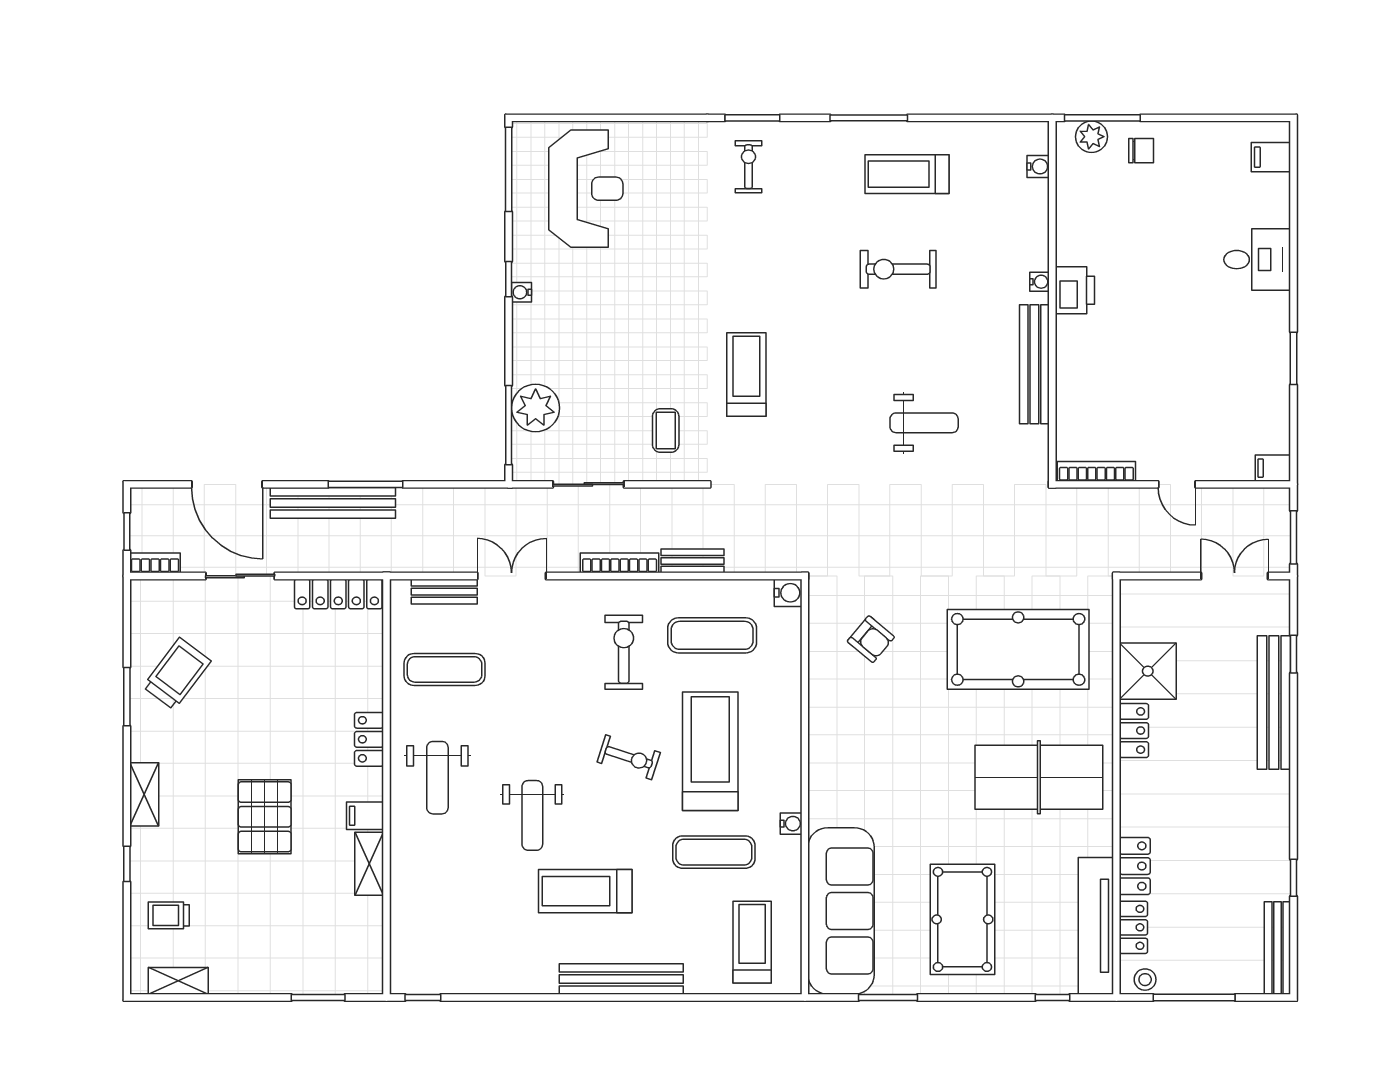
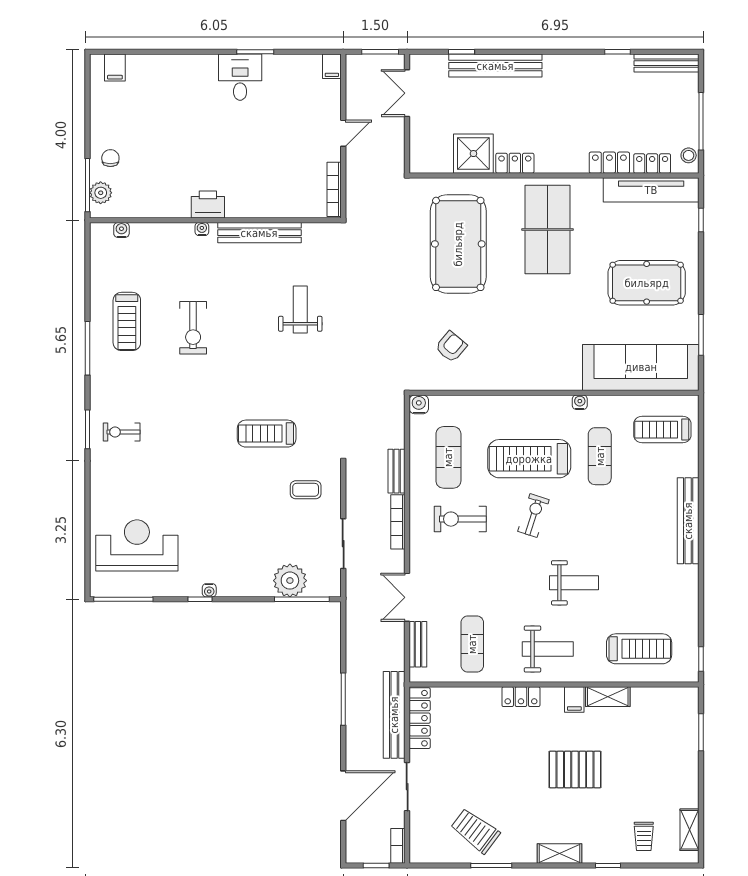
desk: (1257, 260) -> (240, 77), moved
bench: (333, 503) -> (394, 715), moved
treadmill: (585, 891) -> (639, 649), moved, turned -90

